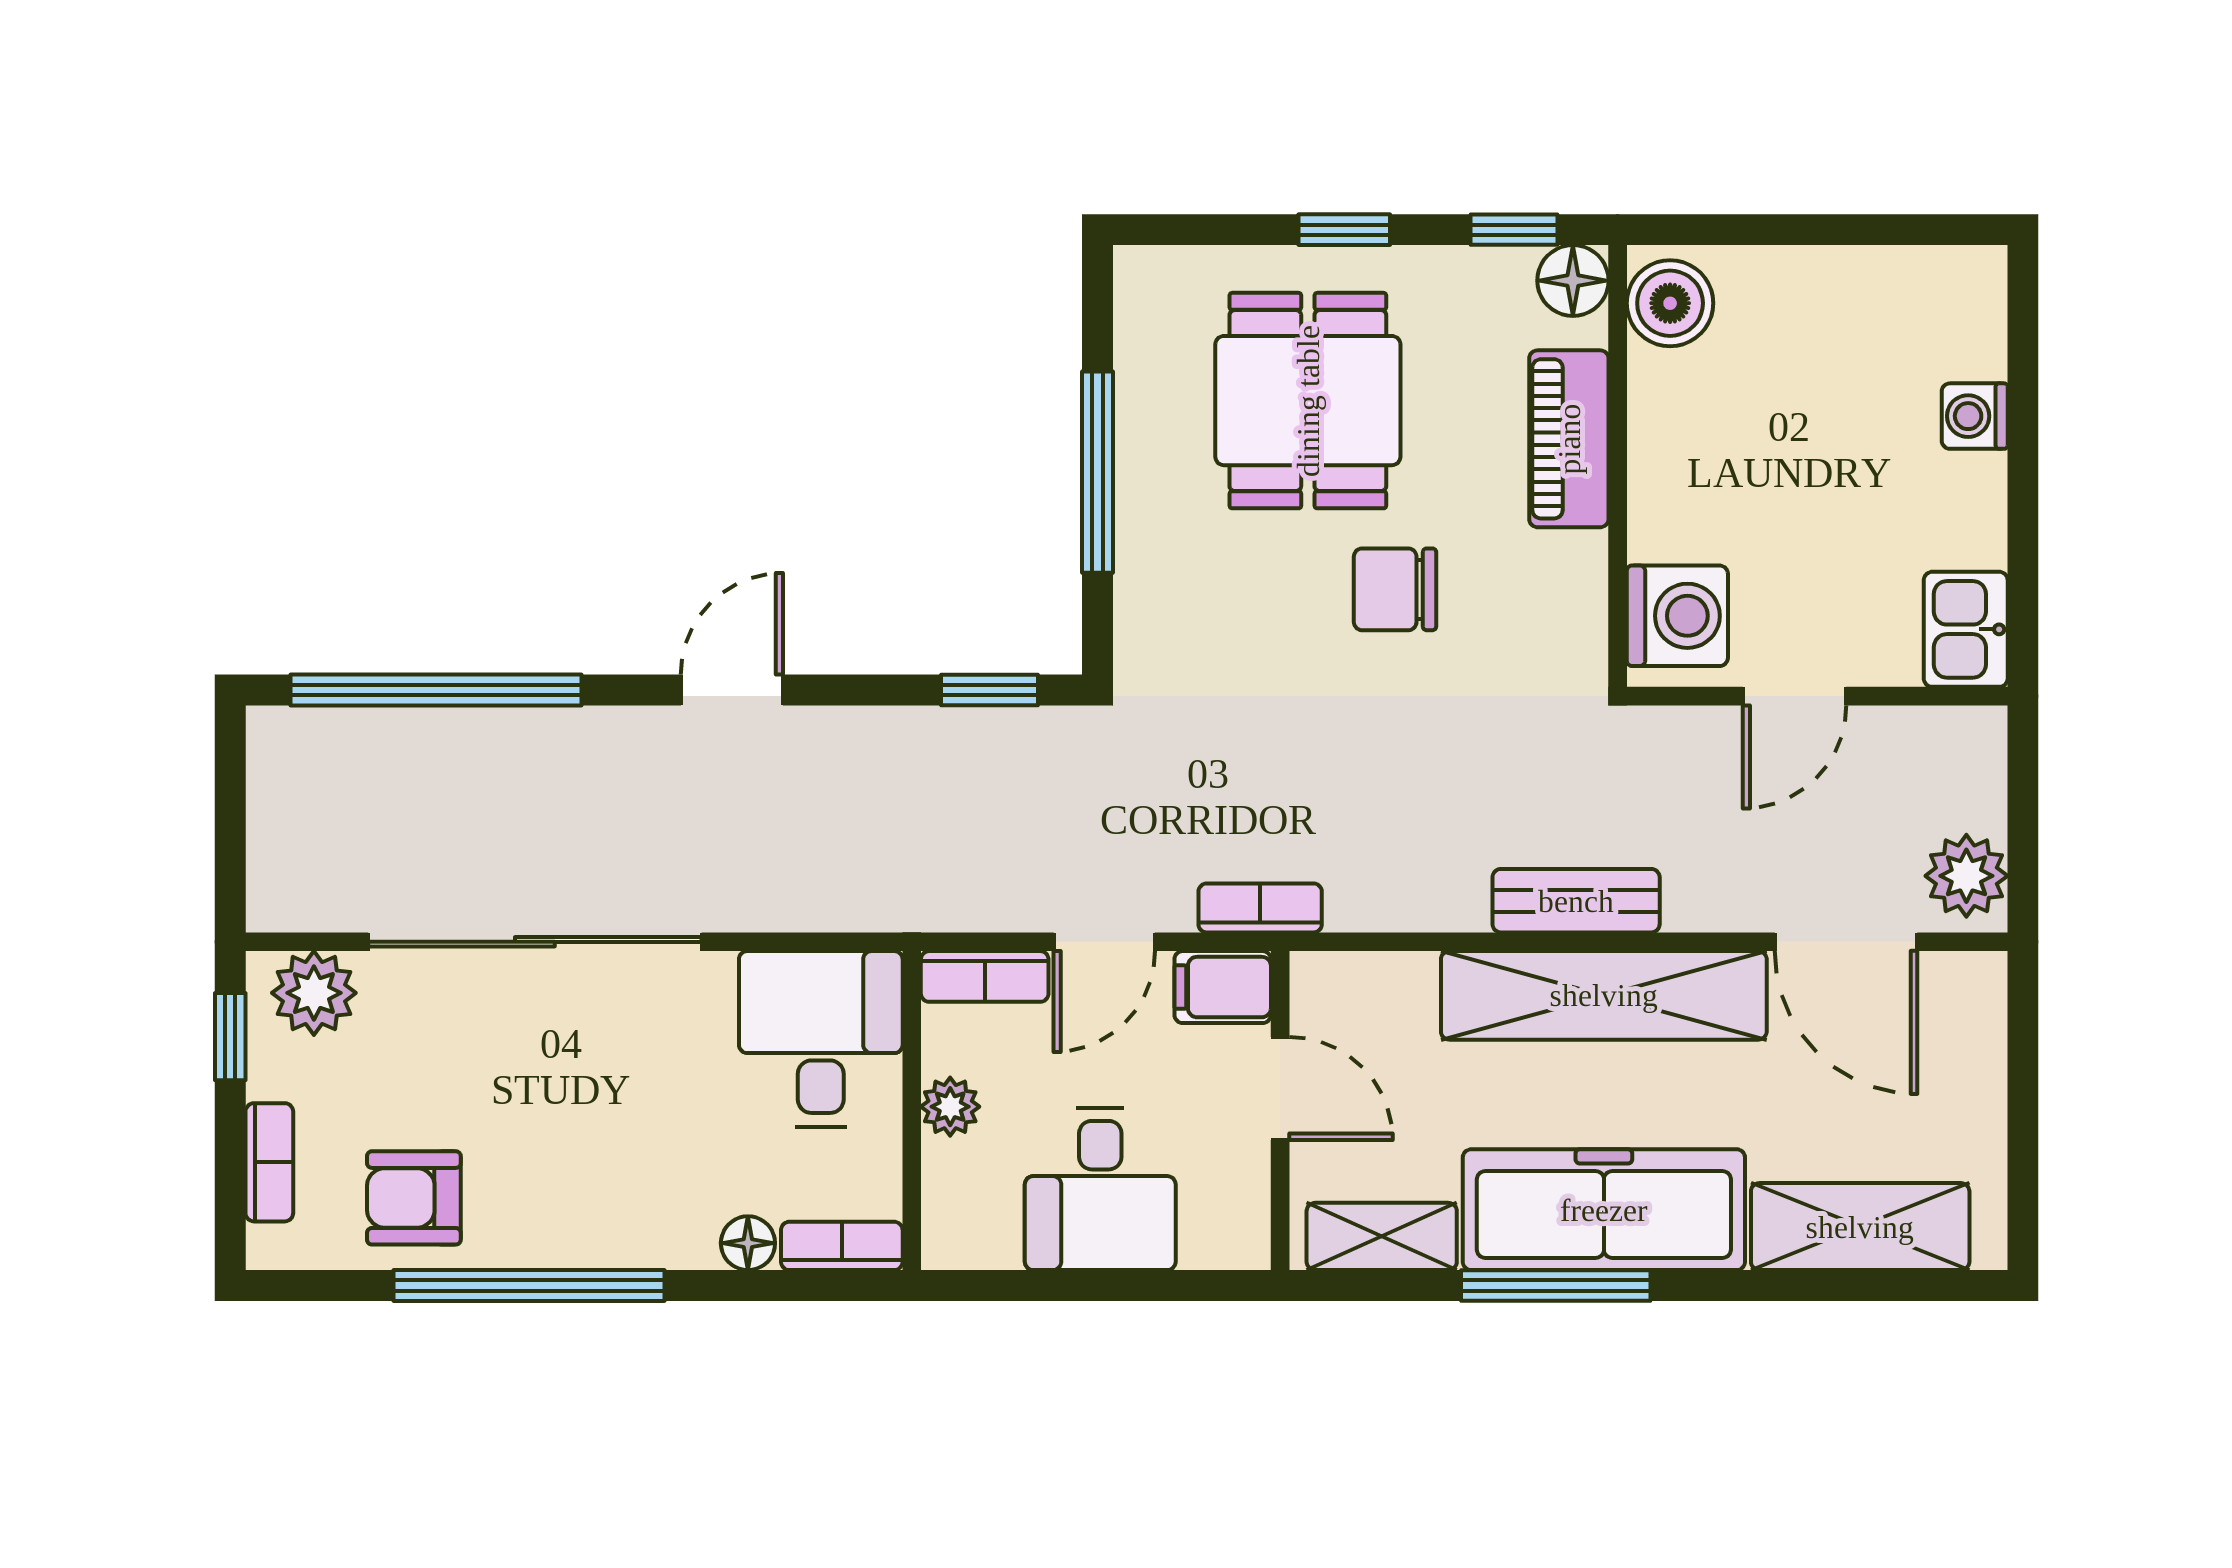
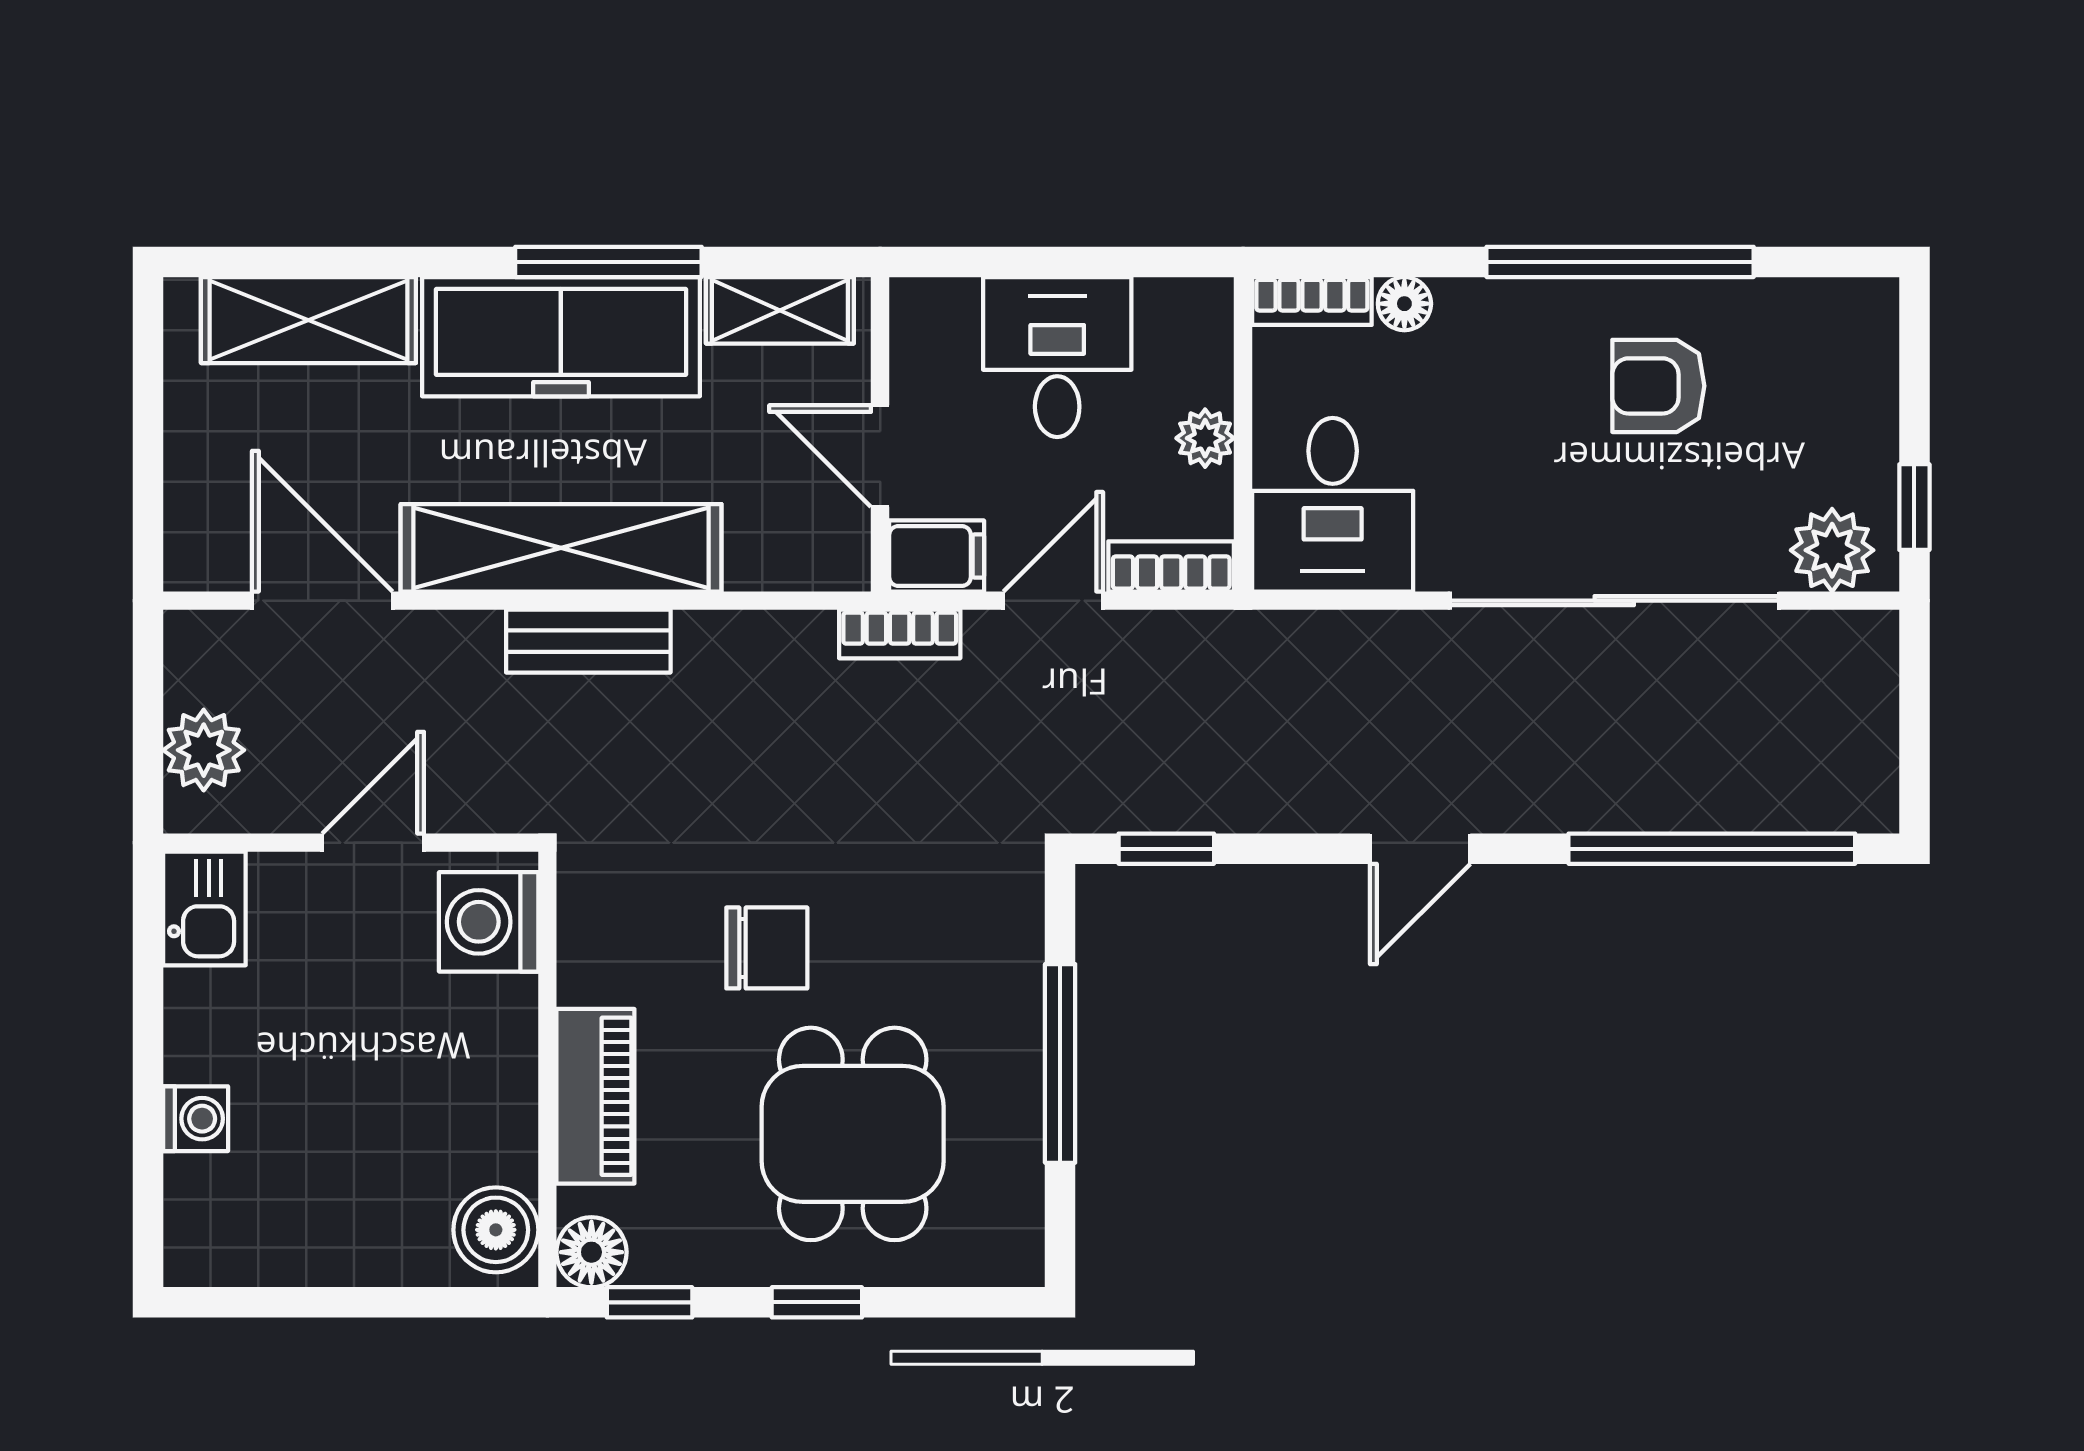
plant: (1966, 876) -> (204, 750), moved
bookcase: (269, 1162) -> (1876, 383), removed
armchair: (414, 1198) -> (1658, 386), moved, turned 180

